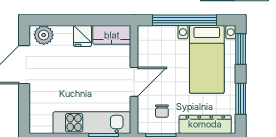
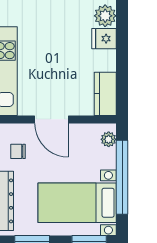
plant: (151, 32) -> (109, 139), added
fridge: (83, 36) -> (104, 39), moved

